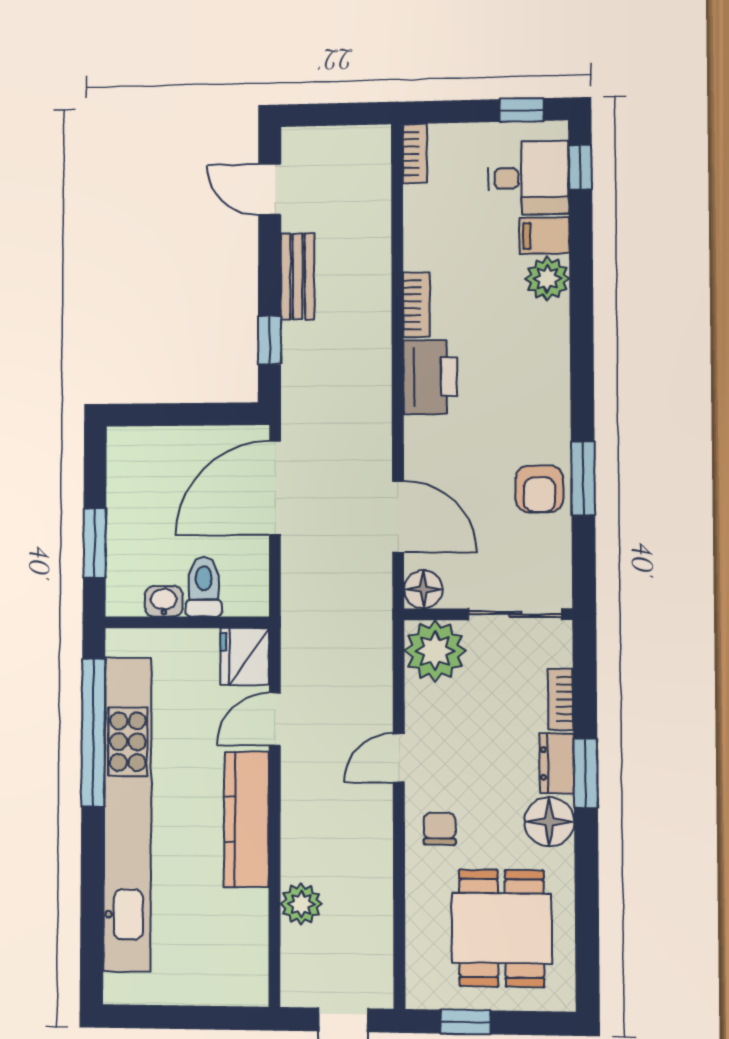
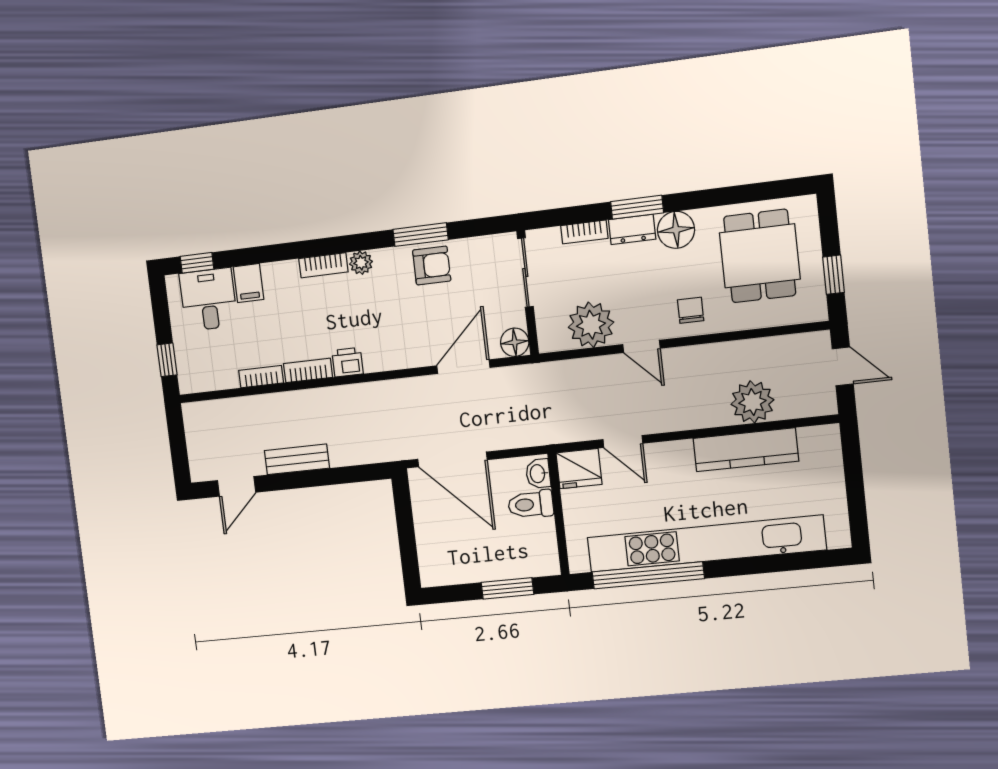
window: (522, 110) -> (167, 360), moved
bookcase: (415, 153) -> (261, 377), moved
plant: (547, 279) -> (361, 263), moved, width x0.73, depth x0.73
window: (269, 340) -> (345, 475), removed
bookcase: (557, 341) -> (323, 265), added
printer: (430, 377) -> (347, 362), width x0.53, depth x0.68
washbasin: (164, 601) -> (538, 474), moved
plant: (435, 651) -> (591, 325), moved
kitchen counter: (247, 819) -> (746, 450), moved
chair: (440, 829) -> (691, 310), turned 90
plant: (301, 904) -> (752, 402), width x1.36, depth x1.36
dining table: (502, 928) -> (760, 256), turned 90

